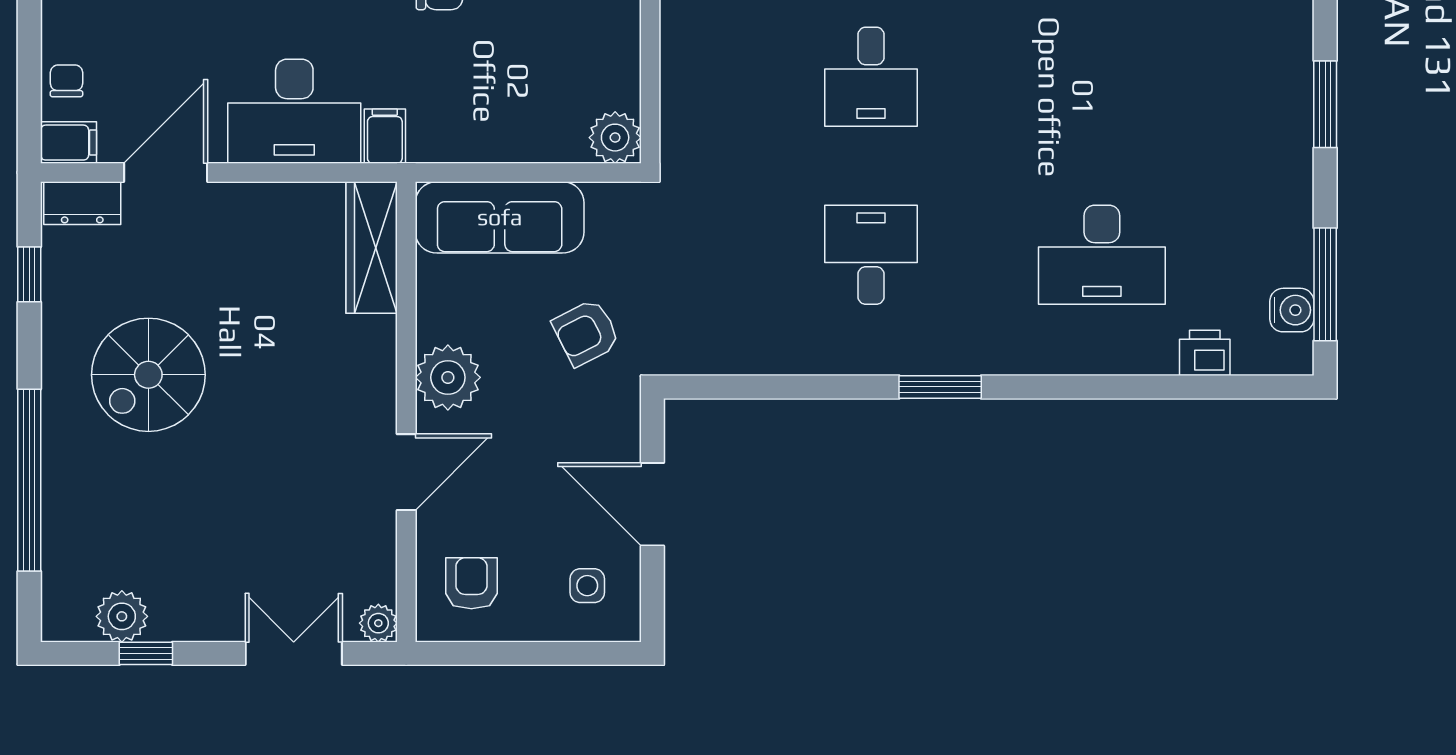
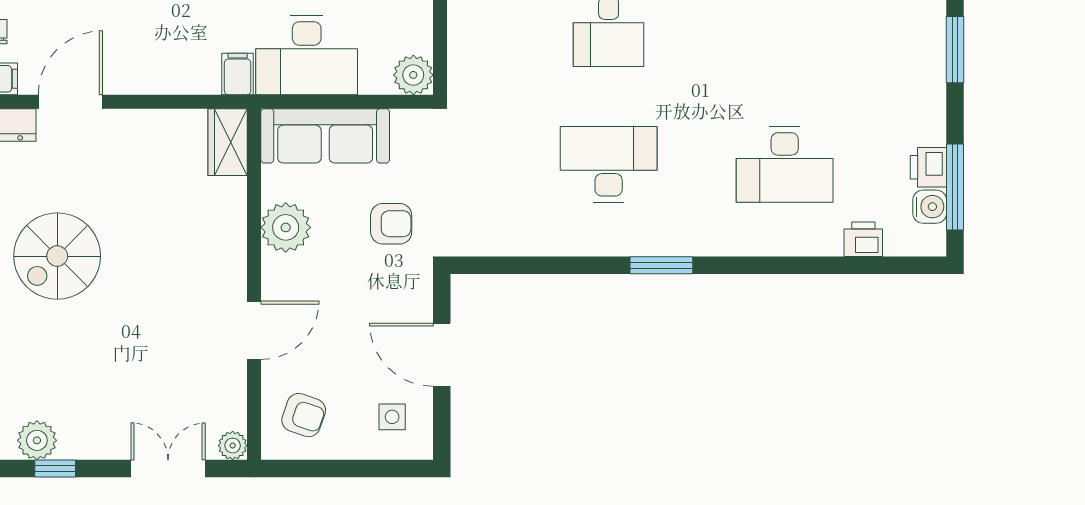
desk: (294, 111) -> (307, 55), moved
wardrobe: (372, 247) -> (228, 142), width x0.67
desk: (871, 255) -> (609, 164), width x1.37
printer: (1290, 259) -> (928, 167), added
armchair: (586, 332) -> (391, 224), turned -153
plant: (448, 377) -> (286, 227), moved
armchair: (471, 583) -> (304, 415), turned 109

